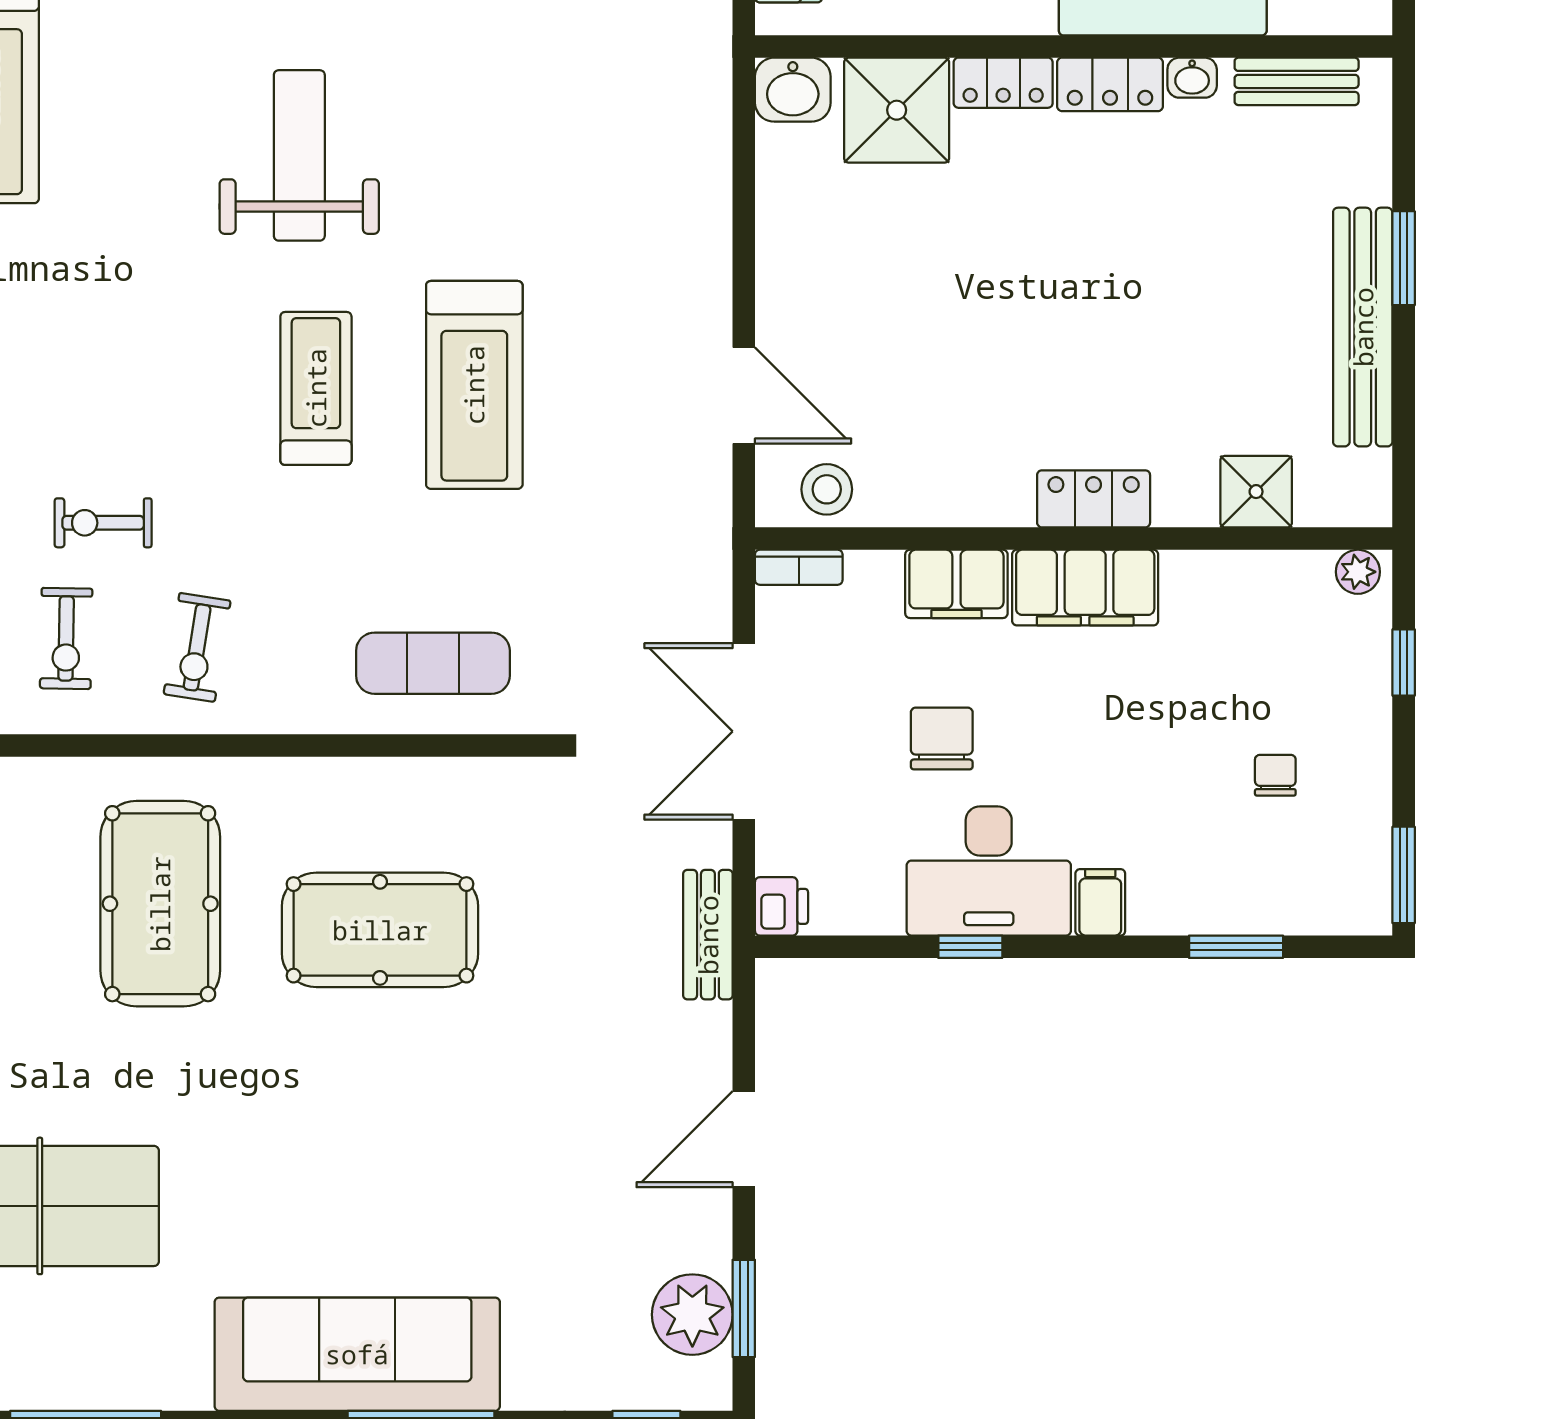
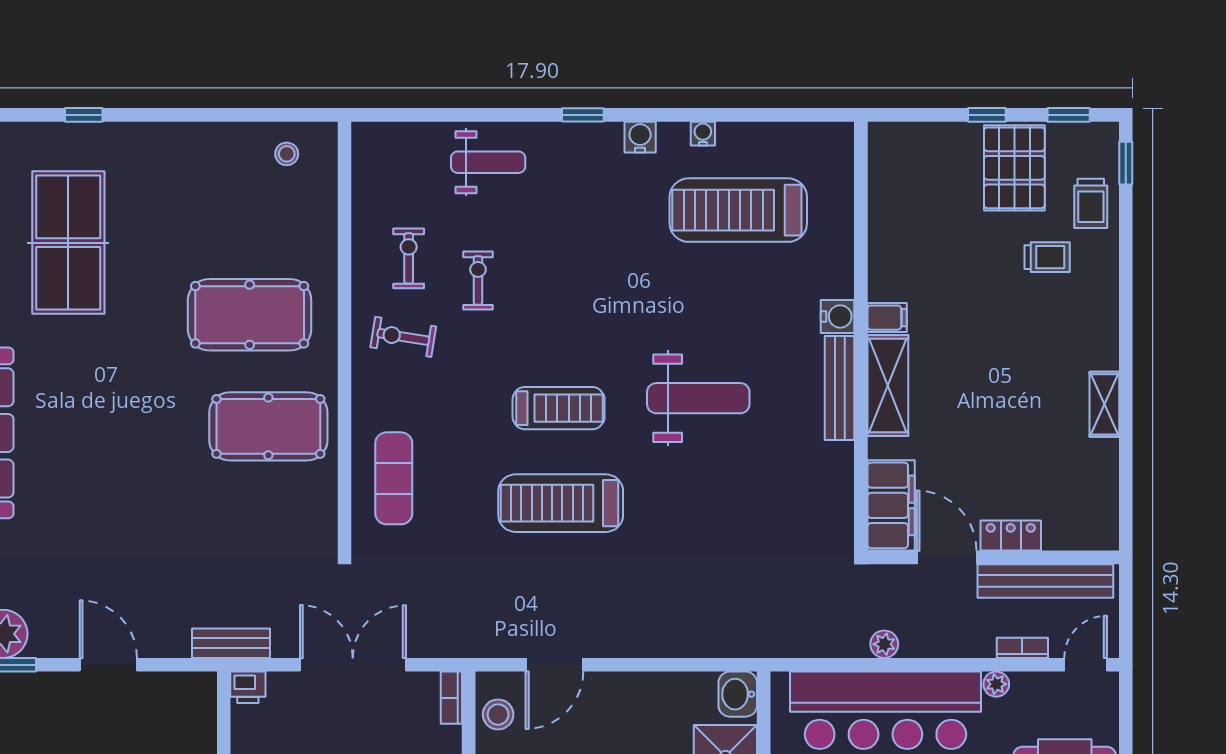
exercise bike: (66, 638) -> (409, 258), turned 89
pool table: (380, 930) -> (268, 426), moved, turned 90

